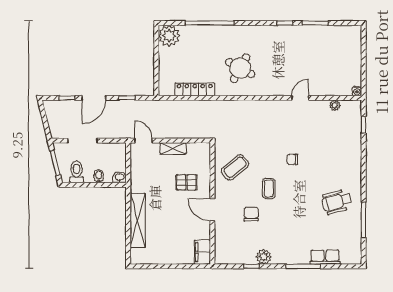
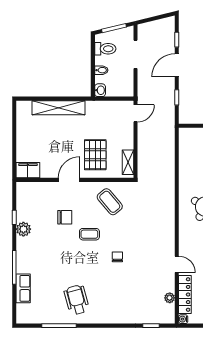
locker: (195, 89) -> (185, 294), moved
door: (94, 98) -> (177, 65), hinge flipped
shelving: (173, 148) -> (128, 162), moved
pallet: (186, 182) -> (95, 155), width x1.50, depth x1.42

